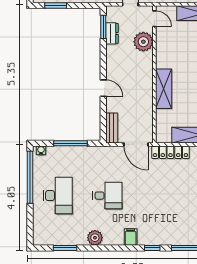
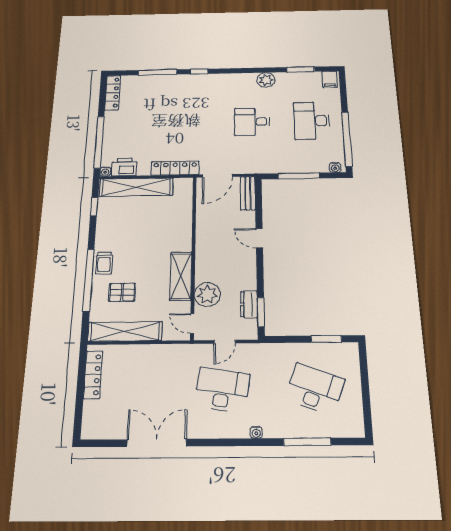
shelving: (164, 89) -> (181, 276), moved
door: (136, 144) -> (218, 176), swing flipped
filing cabinet: (131, 237) -> (330, 79), moved

